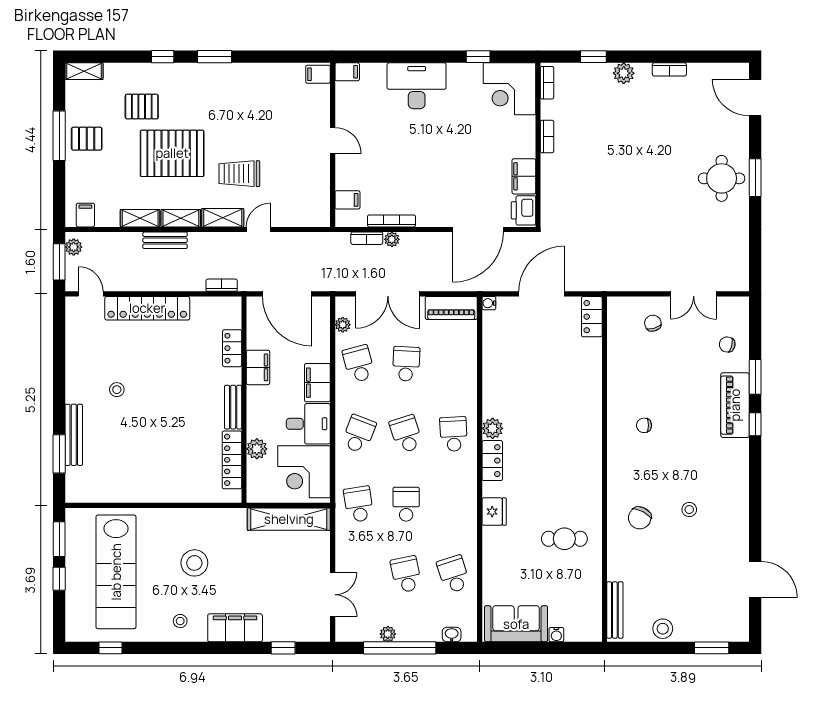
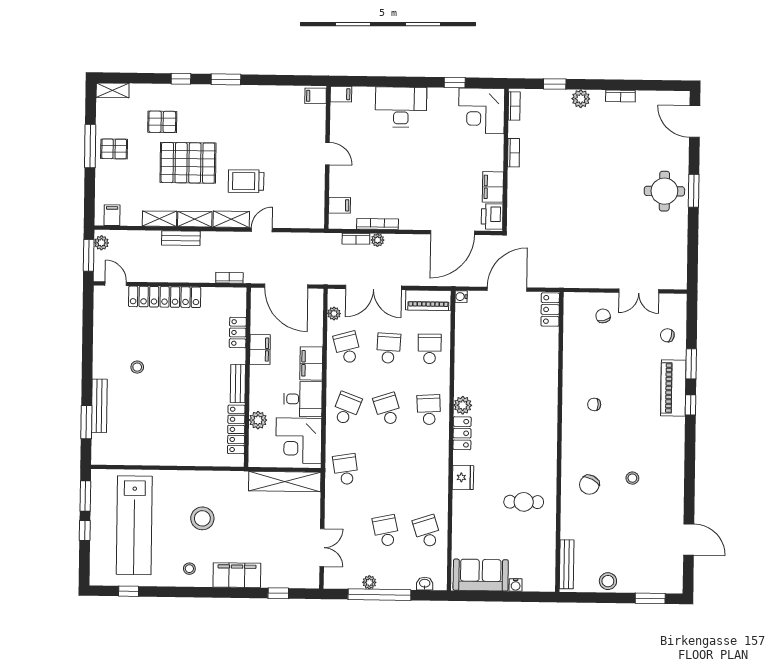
school desk: (406, 504) -> (430, 349), moved

